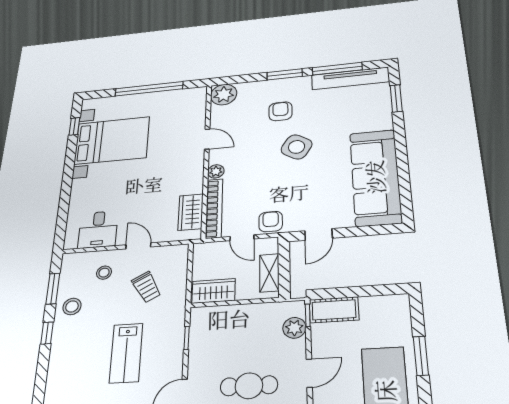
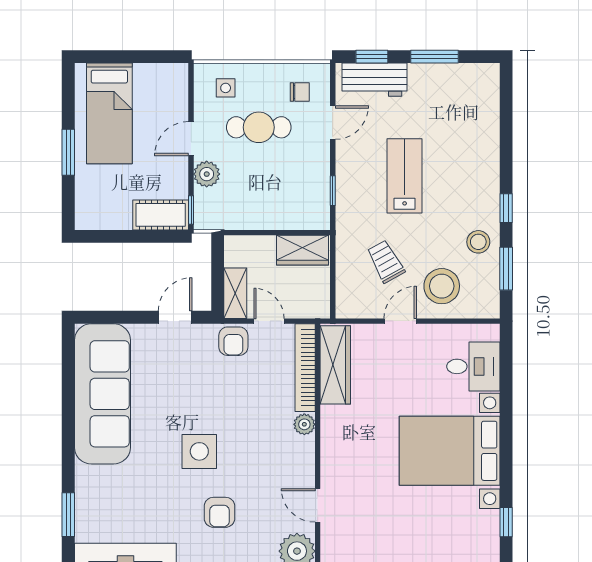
door: (207, 139) -> (318, 505), moved
bed with nightstands: (112, 140) -> (450, 451), moved
side table: (297, 147) -> (199, 451), turned -32
wardrobe: (191, 212) -> (335, 365), width x1.50
desk: (98, 229) -> (473, 366), moved, turned 90
door: (138, 246) -> (400, 321), swing flipped
stool: (104, 273) -> (442, 286), width x1.89, depth x1.89
shelving: (269, 273) -> (235, 293), moved
plant: (294, 328) -> (207, 174), moved

